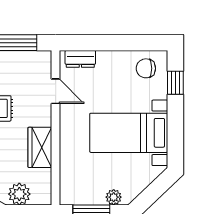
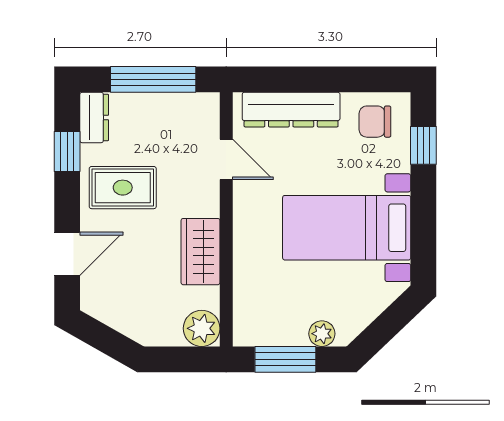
dresser: (80, 59) -> (291, 110), width x1.96, depth x1.24
plant: (19, 194) -> (202, 328), moved

